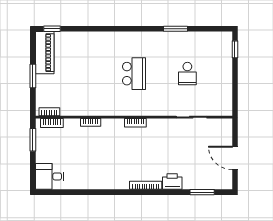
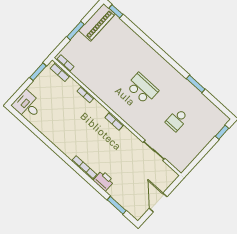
school desk: (134, 74) -> (142, 88), turned -90

